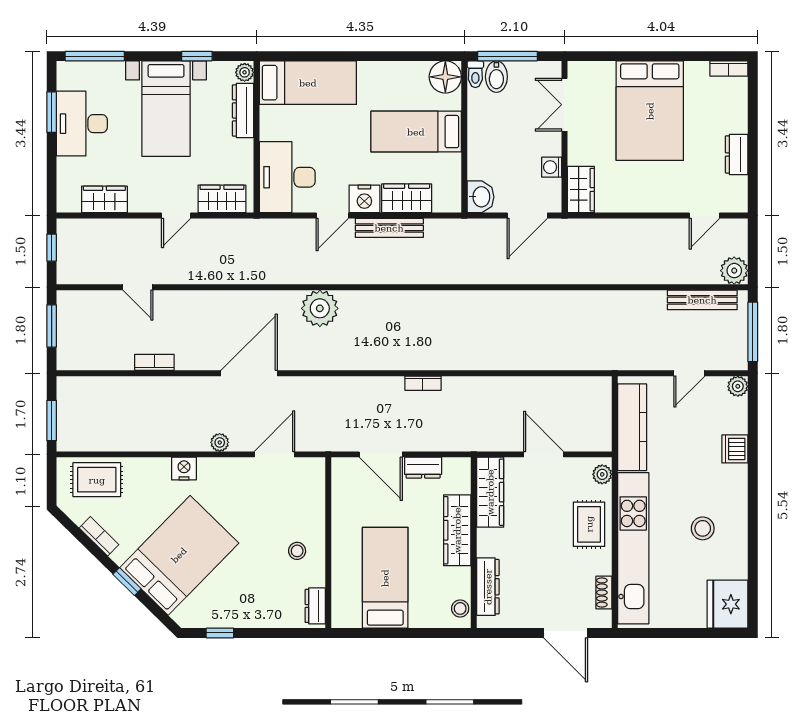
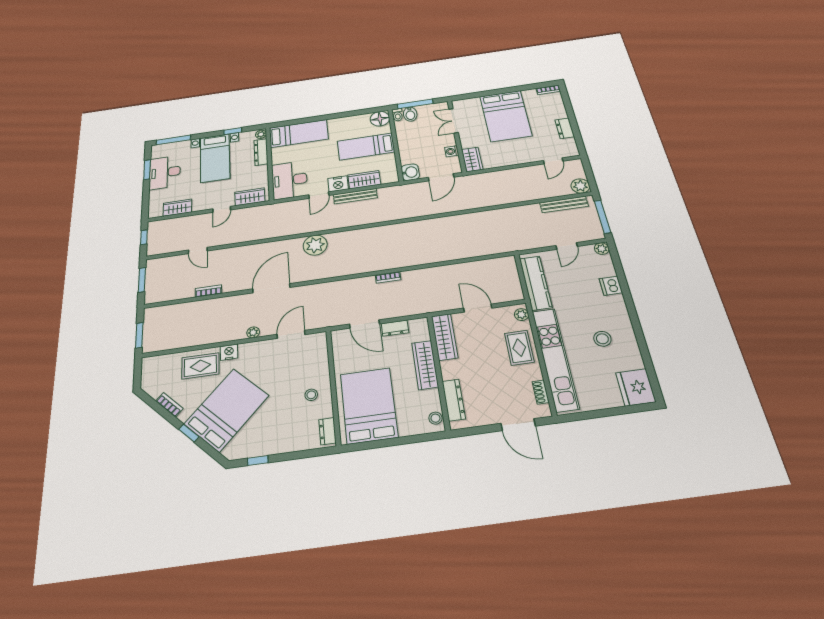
rug: (97, 480) -> (200, 366), moved
bed: (385, 578) -> (369, 405), width x1.50

